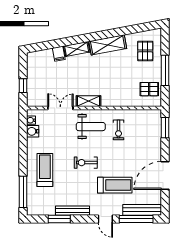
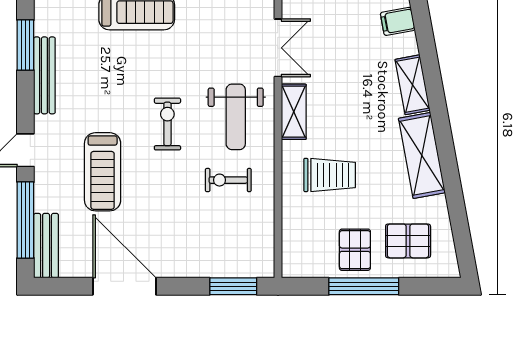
filing cabinet: (59, 54) -> (398, 21), moved
trolley: (116, 85) -> (330, 175), added
pallet: (149, 89) -> (355, 250), moved
exercise bike: (86, 163) -> (167, 124), moved
bench: (142, 210) -> (46, 246), width x0.73

